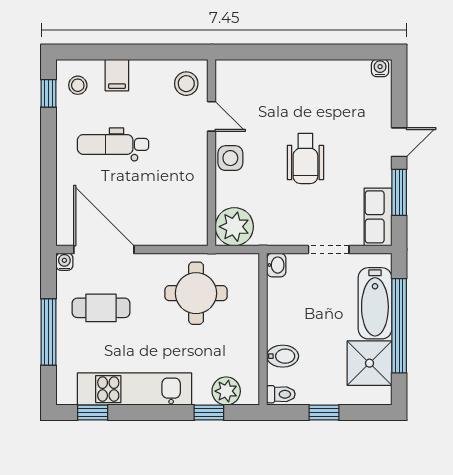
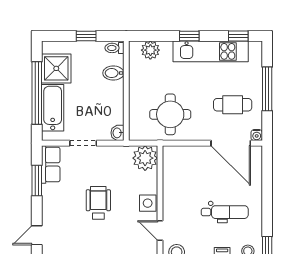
door: (399, 142) -> (37, 235), moved
window: (209, 413) -> (189, 36), moved

